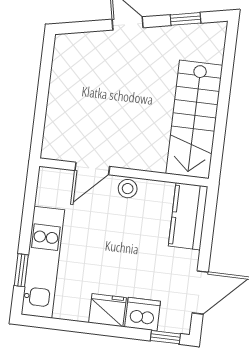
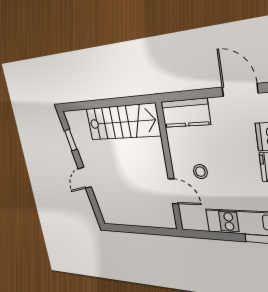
stool: (128, 189) -> (200, 172), moved

